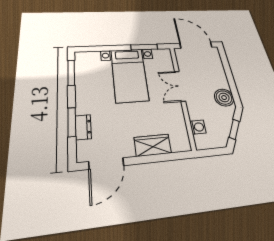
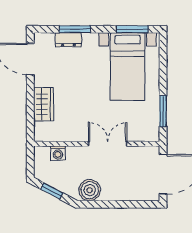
bed with nightstands: (129, 75) -> (128, 66), moved, turned -90

